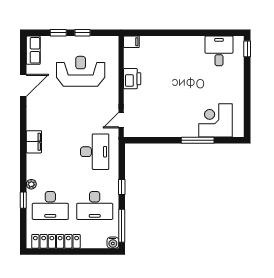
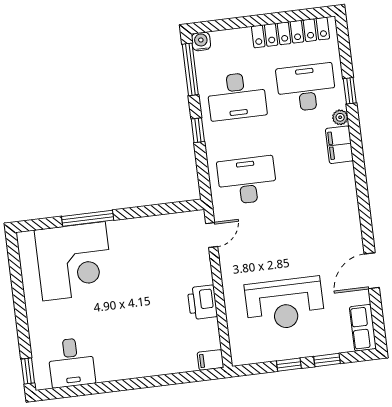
corner desk: (216, 120) -> (74, 261), width x1.36, depth x1.36
filing cabinet: (34, 142) -> (339, 145), moved
desk: (95, 152) -> (247, 180), turned 90
desk: (95, 205) -> (237, 96), turned 180

